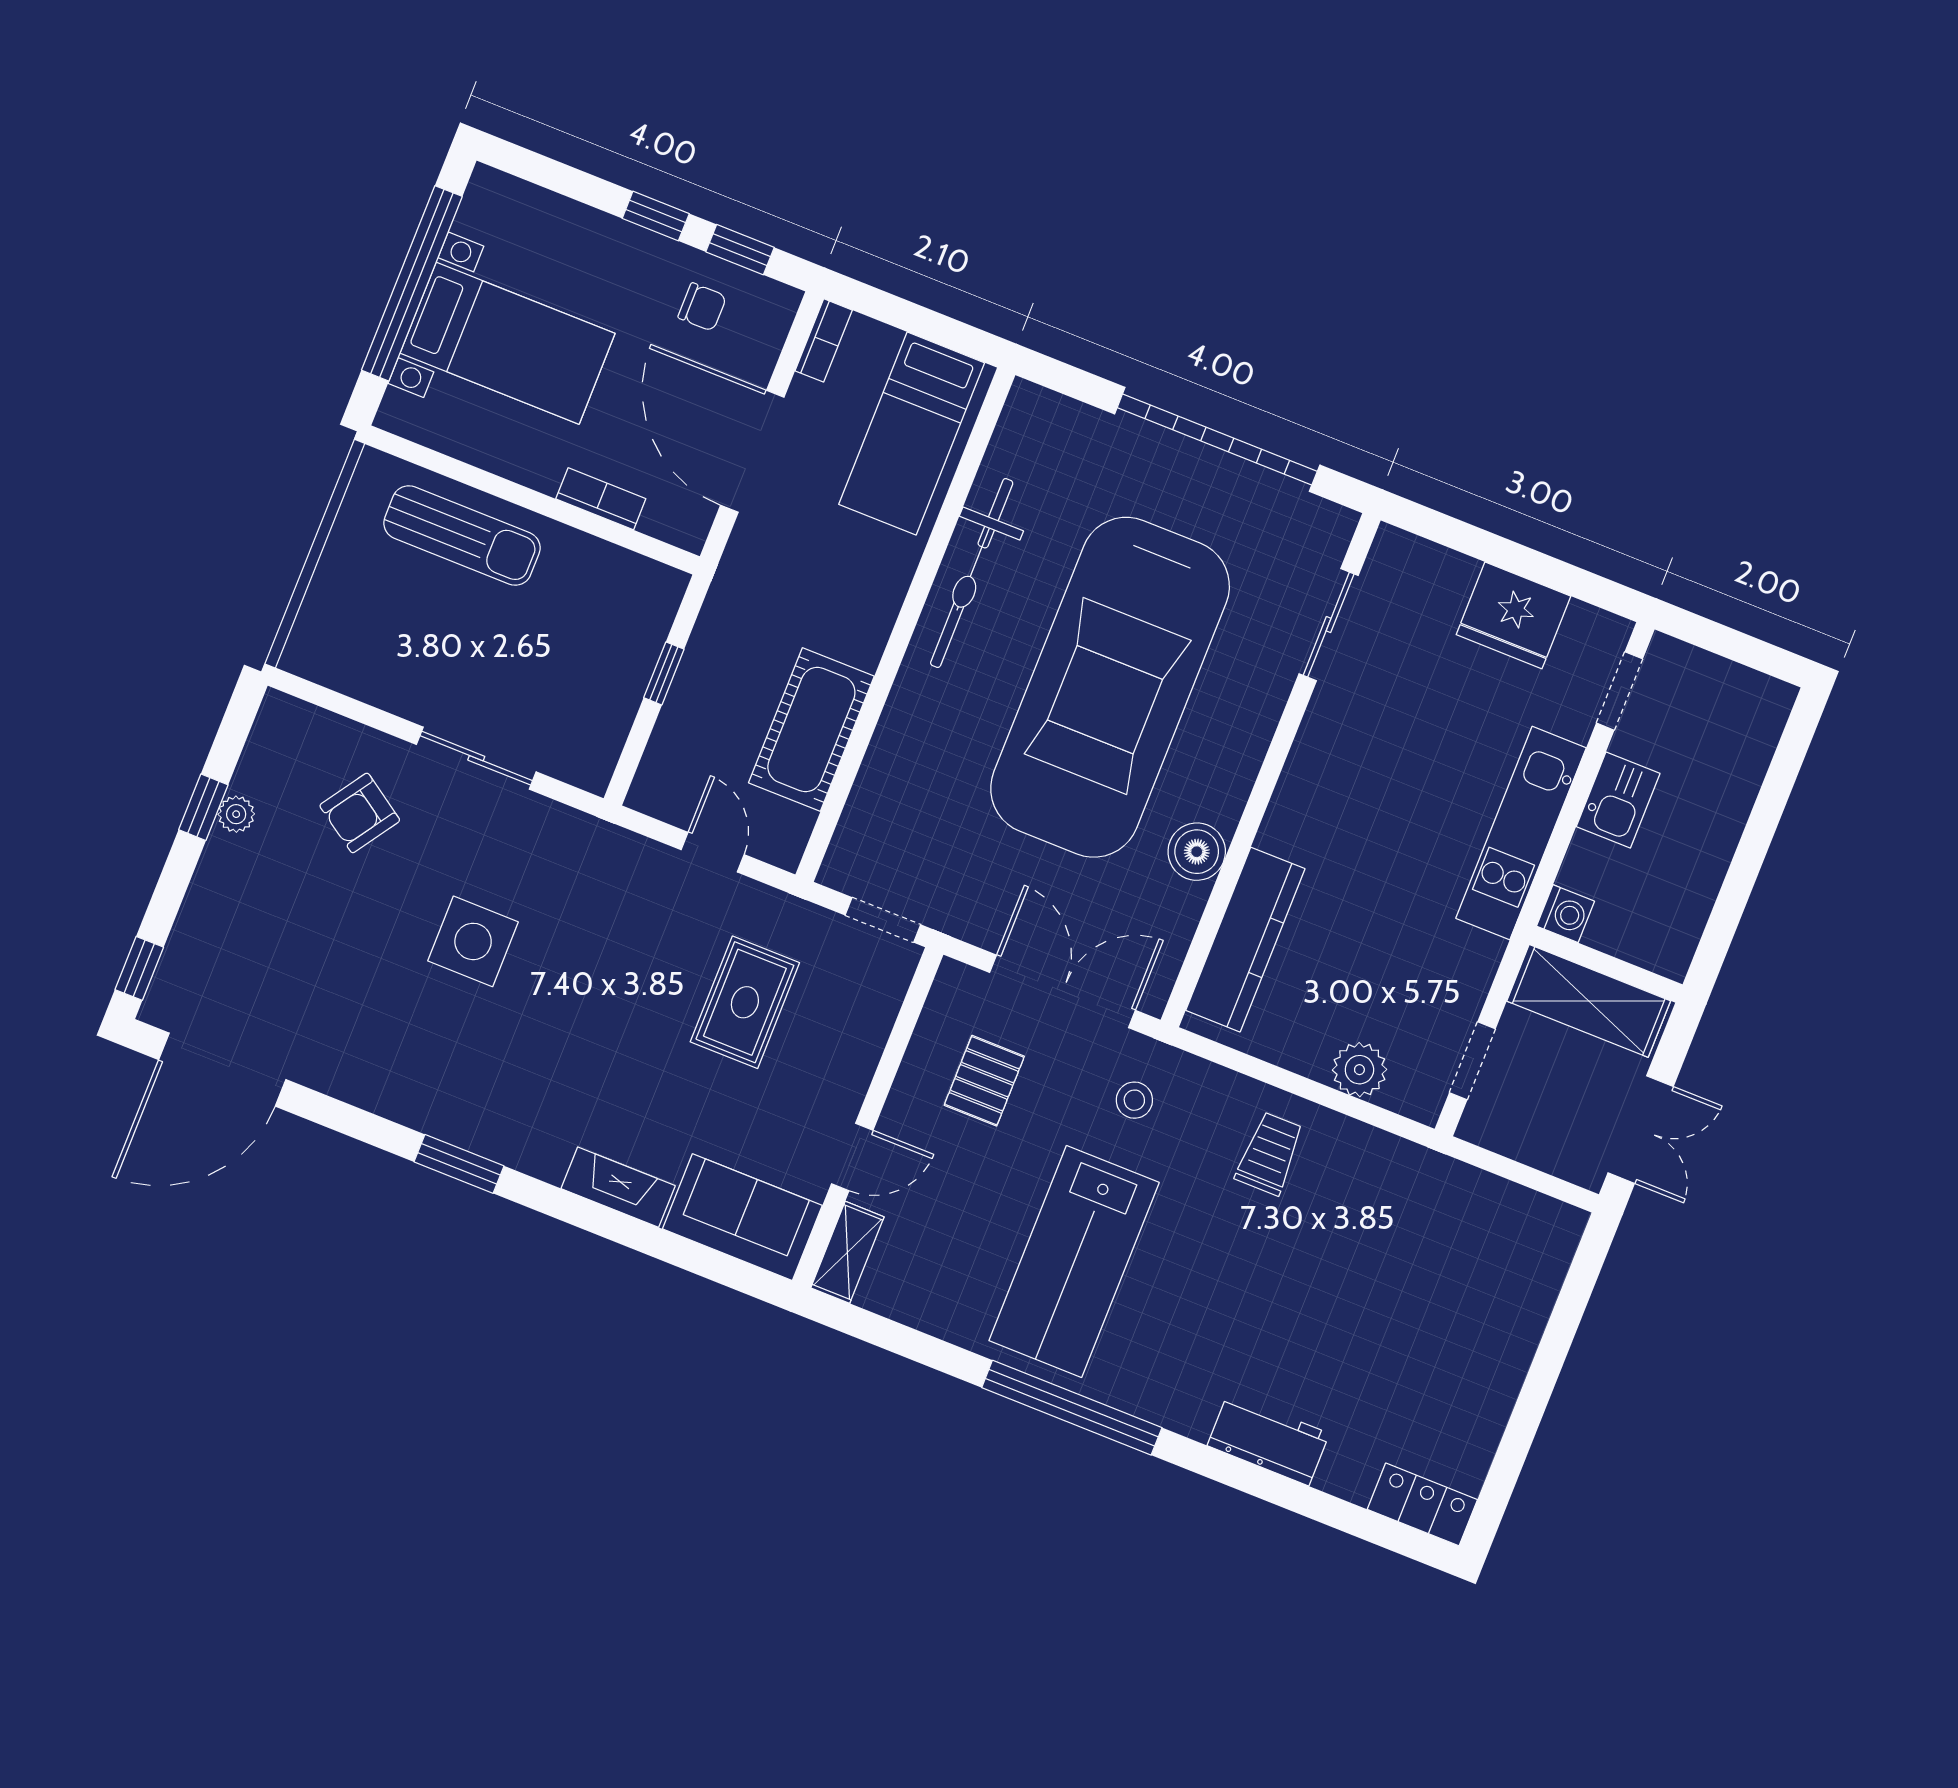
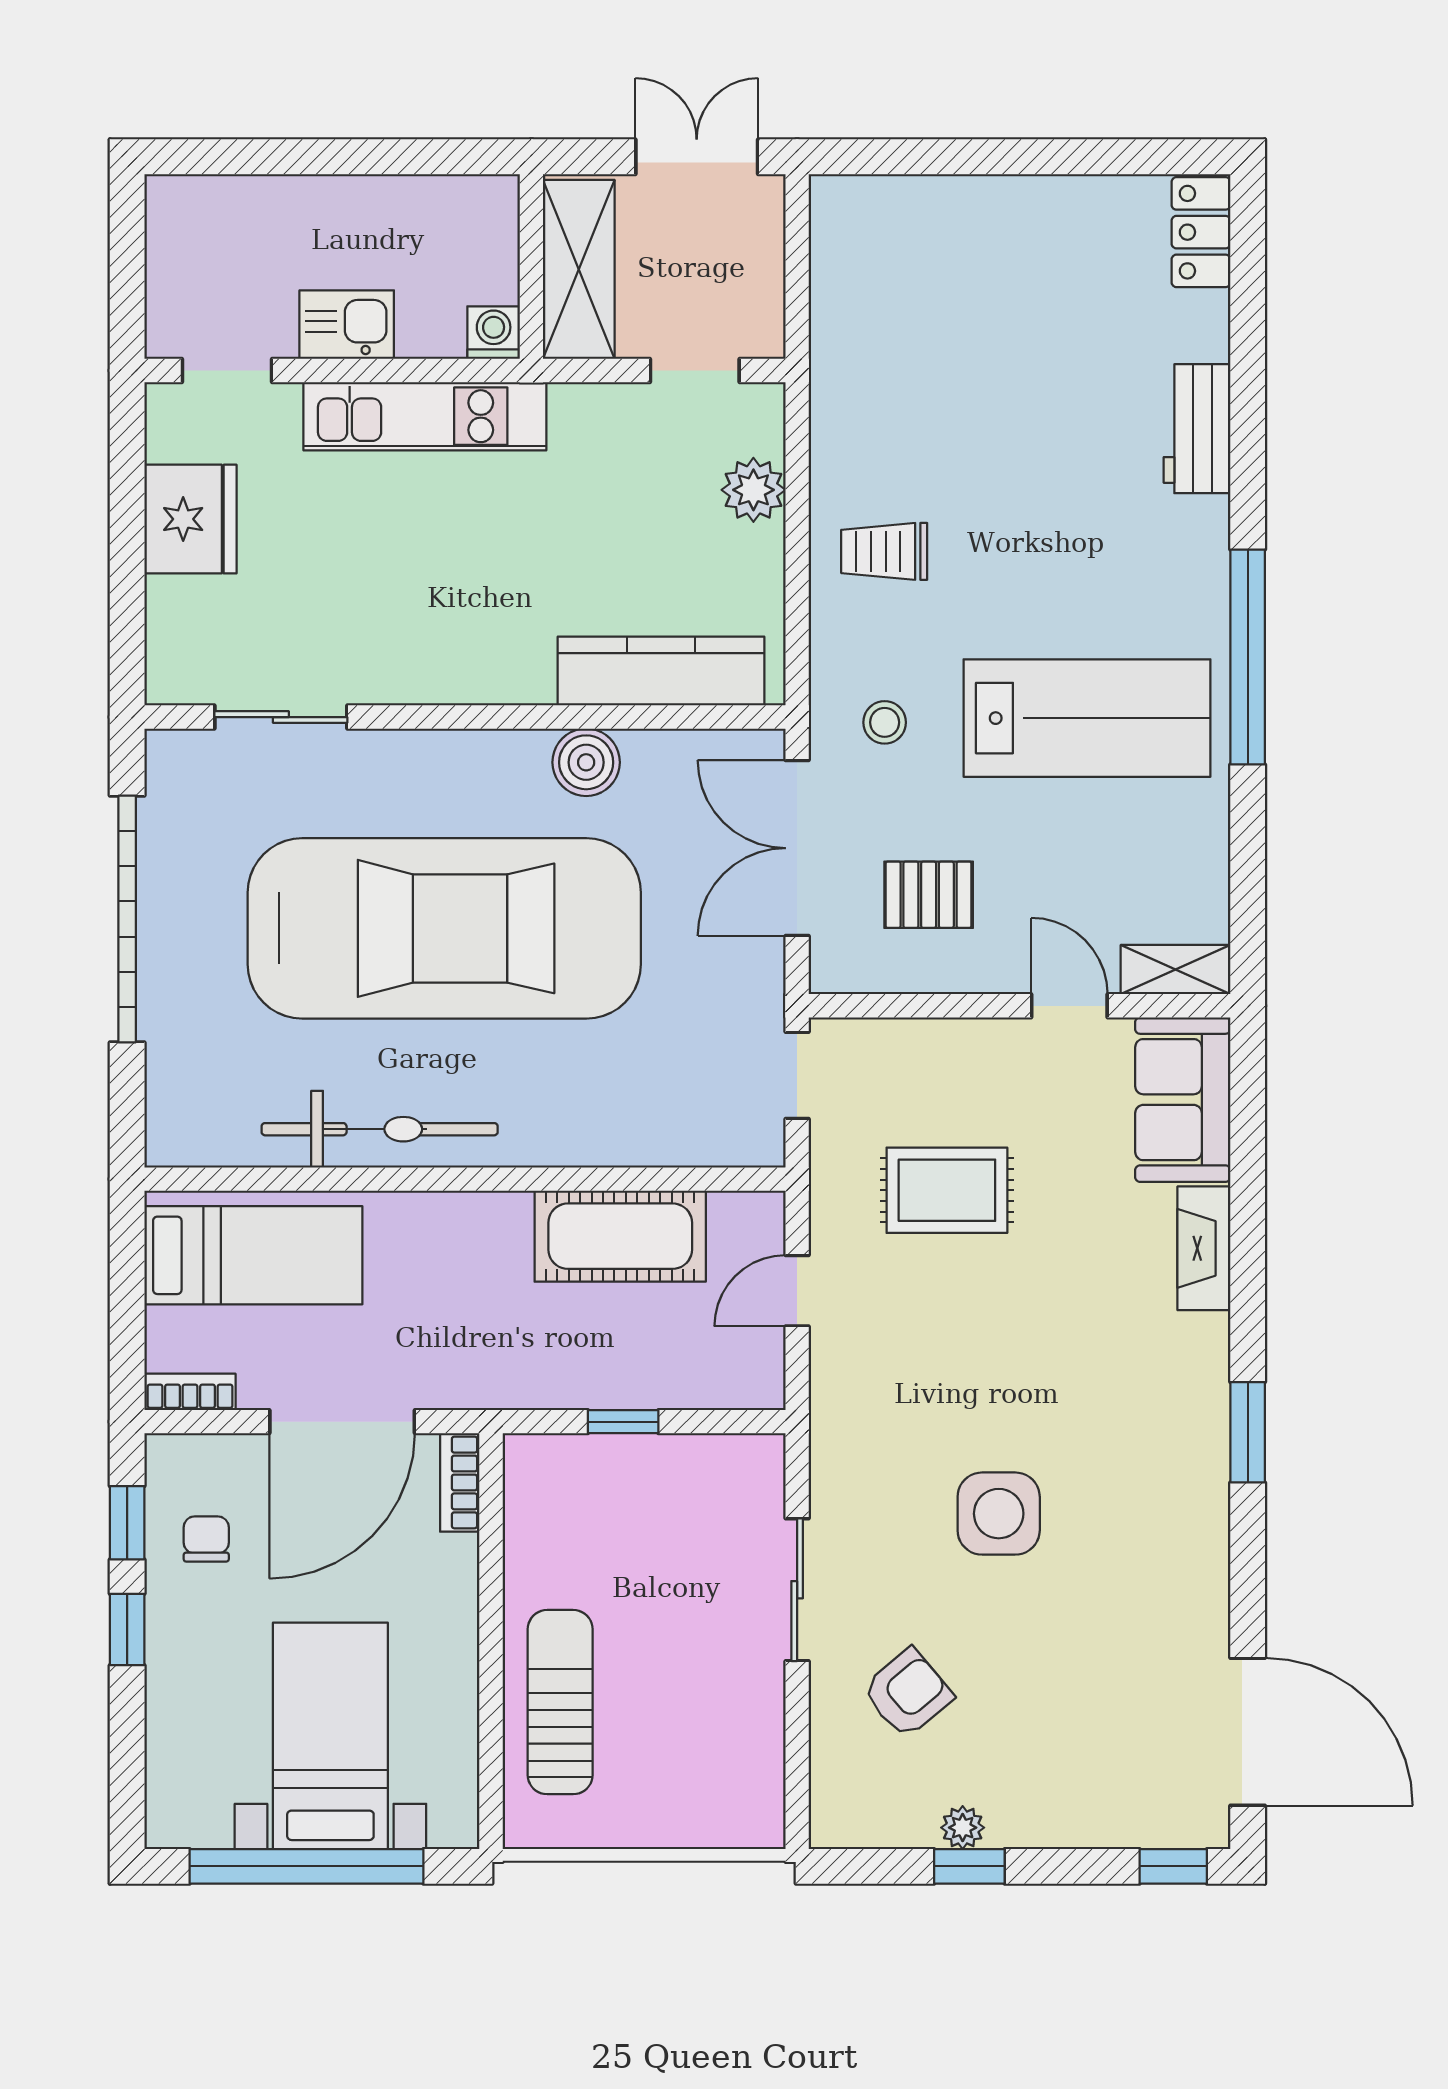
bookcase: (601, 499) -> (460, 1482), moved
armchair: (360, 813) -> (908, 1693), turned -74

